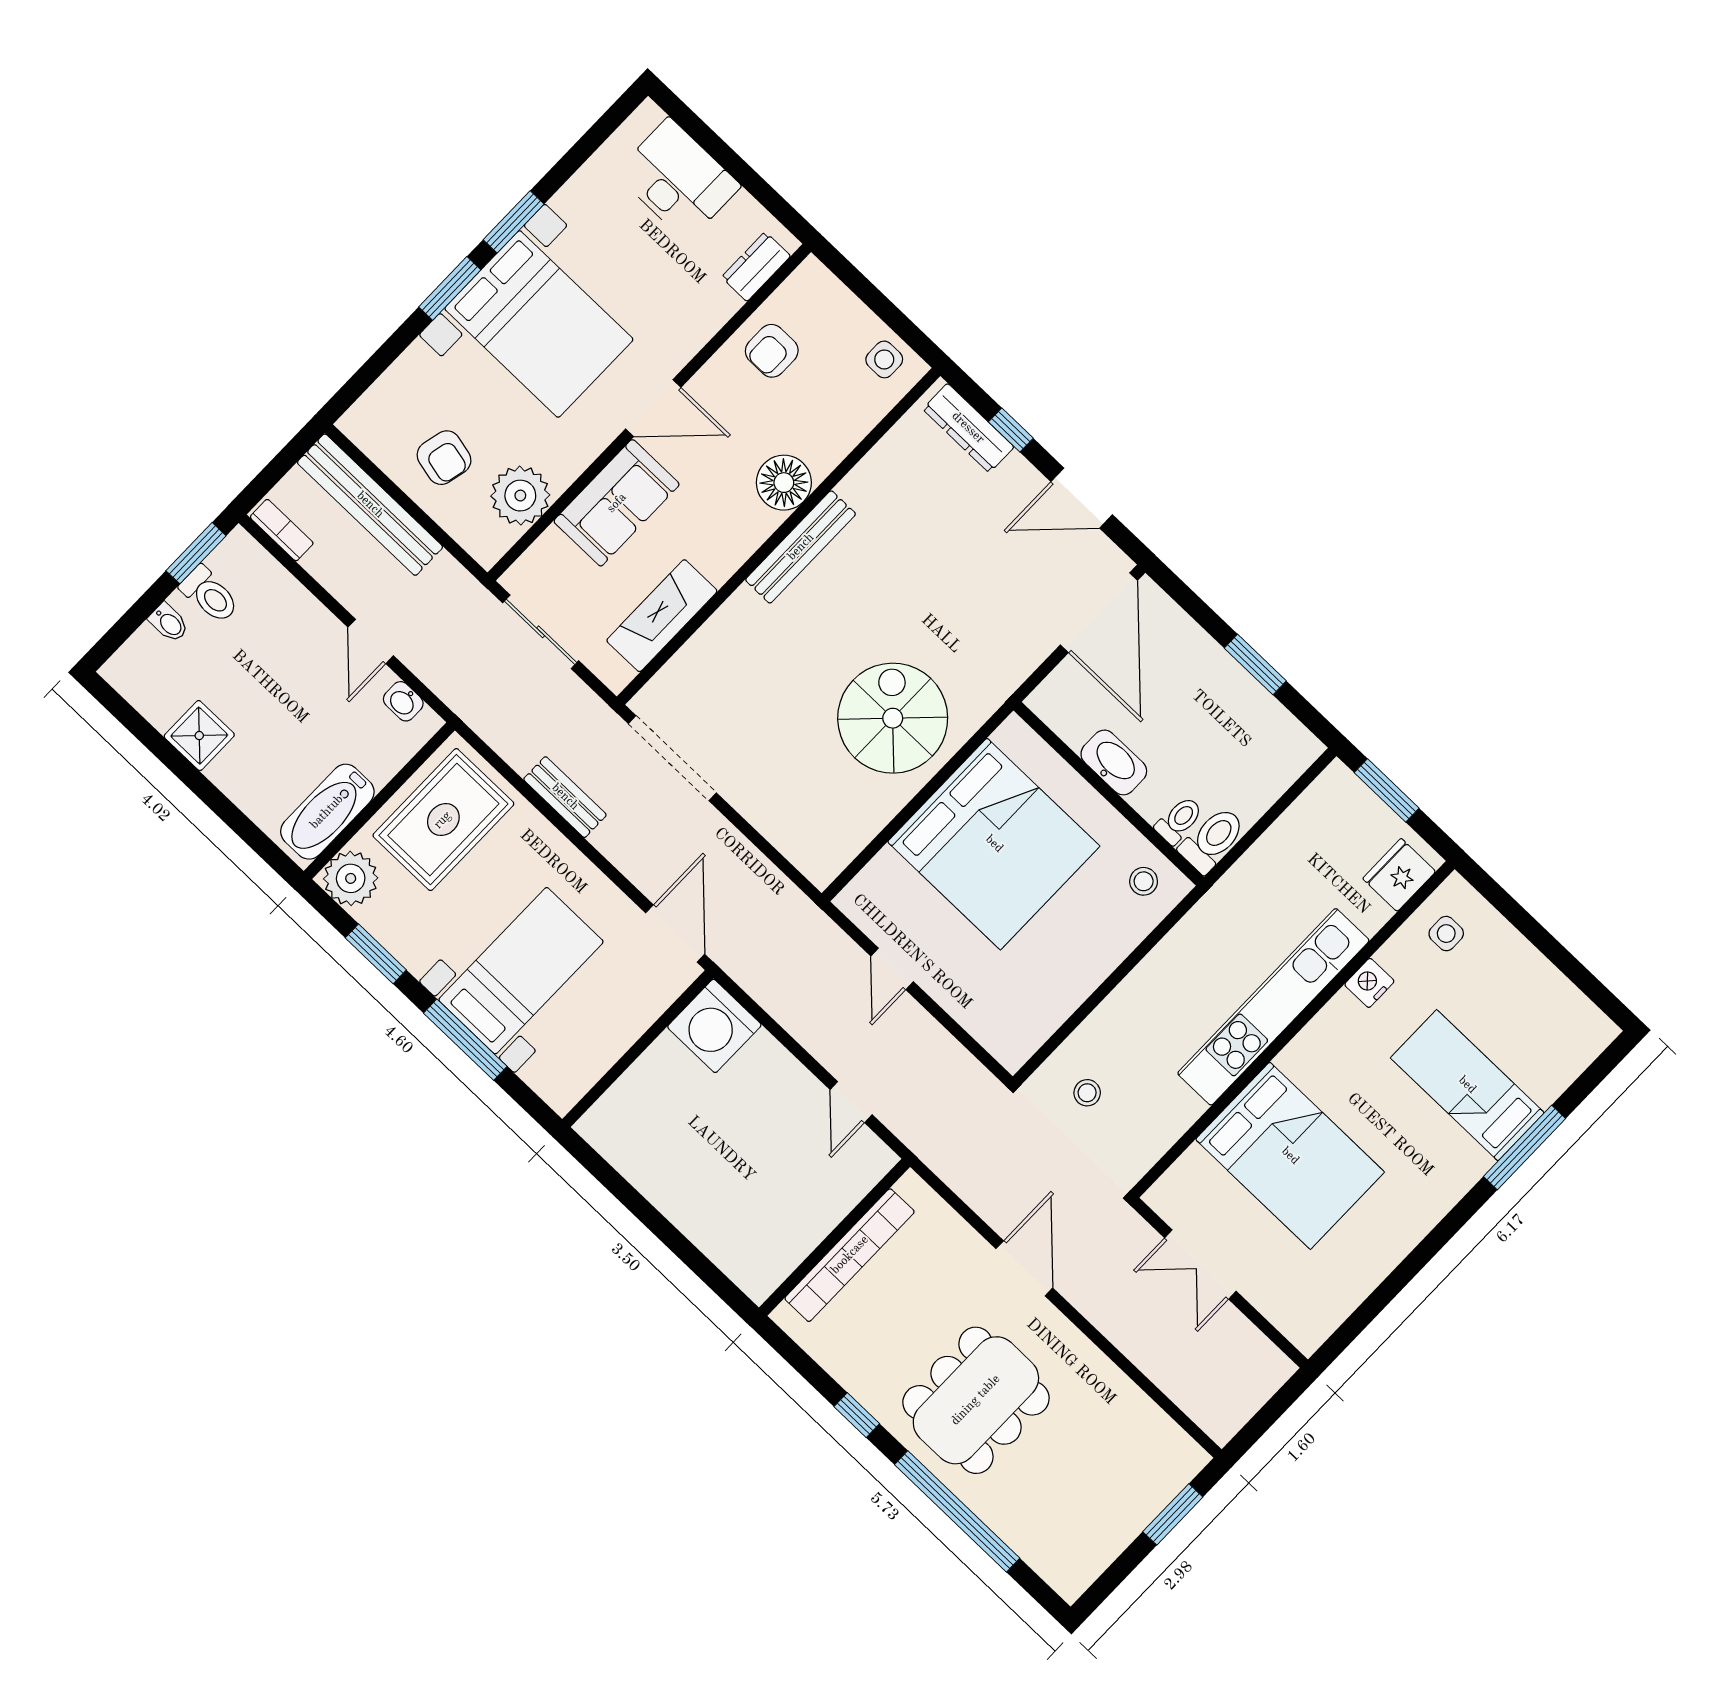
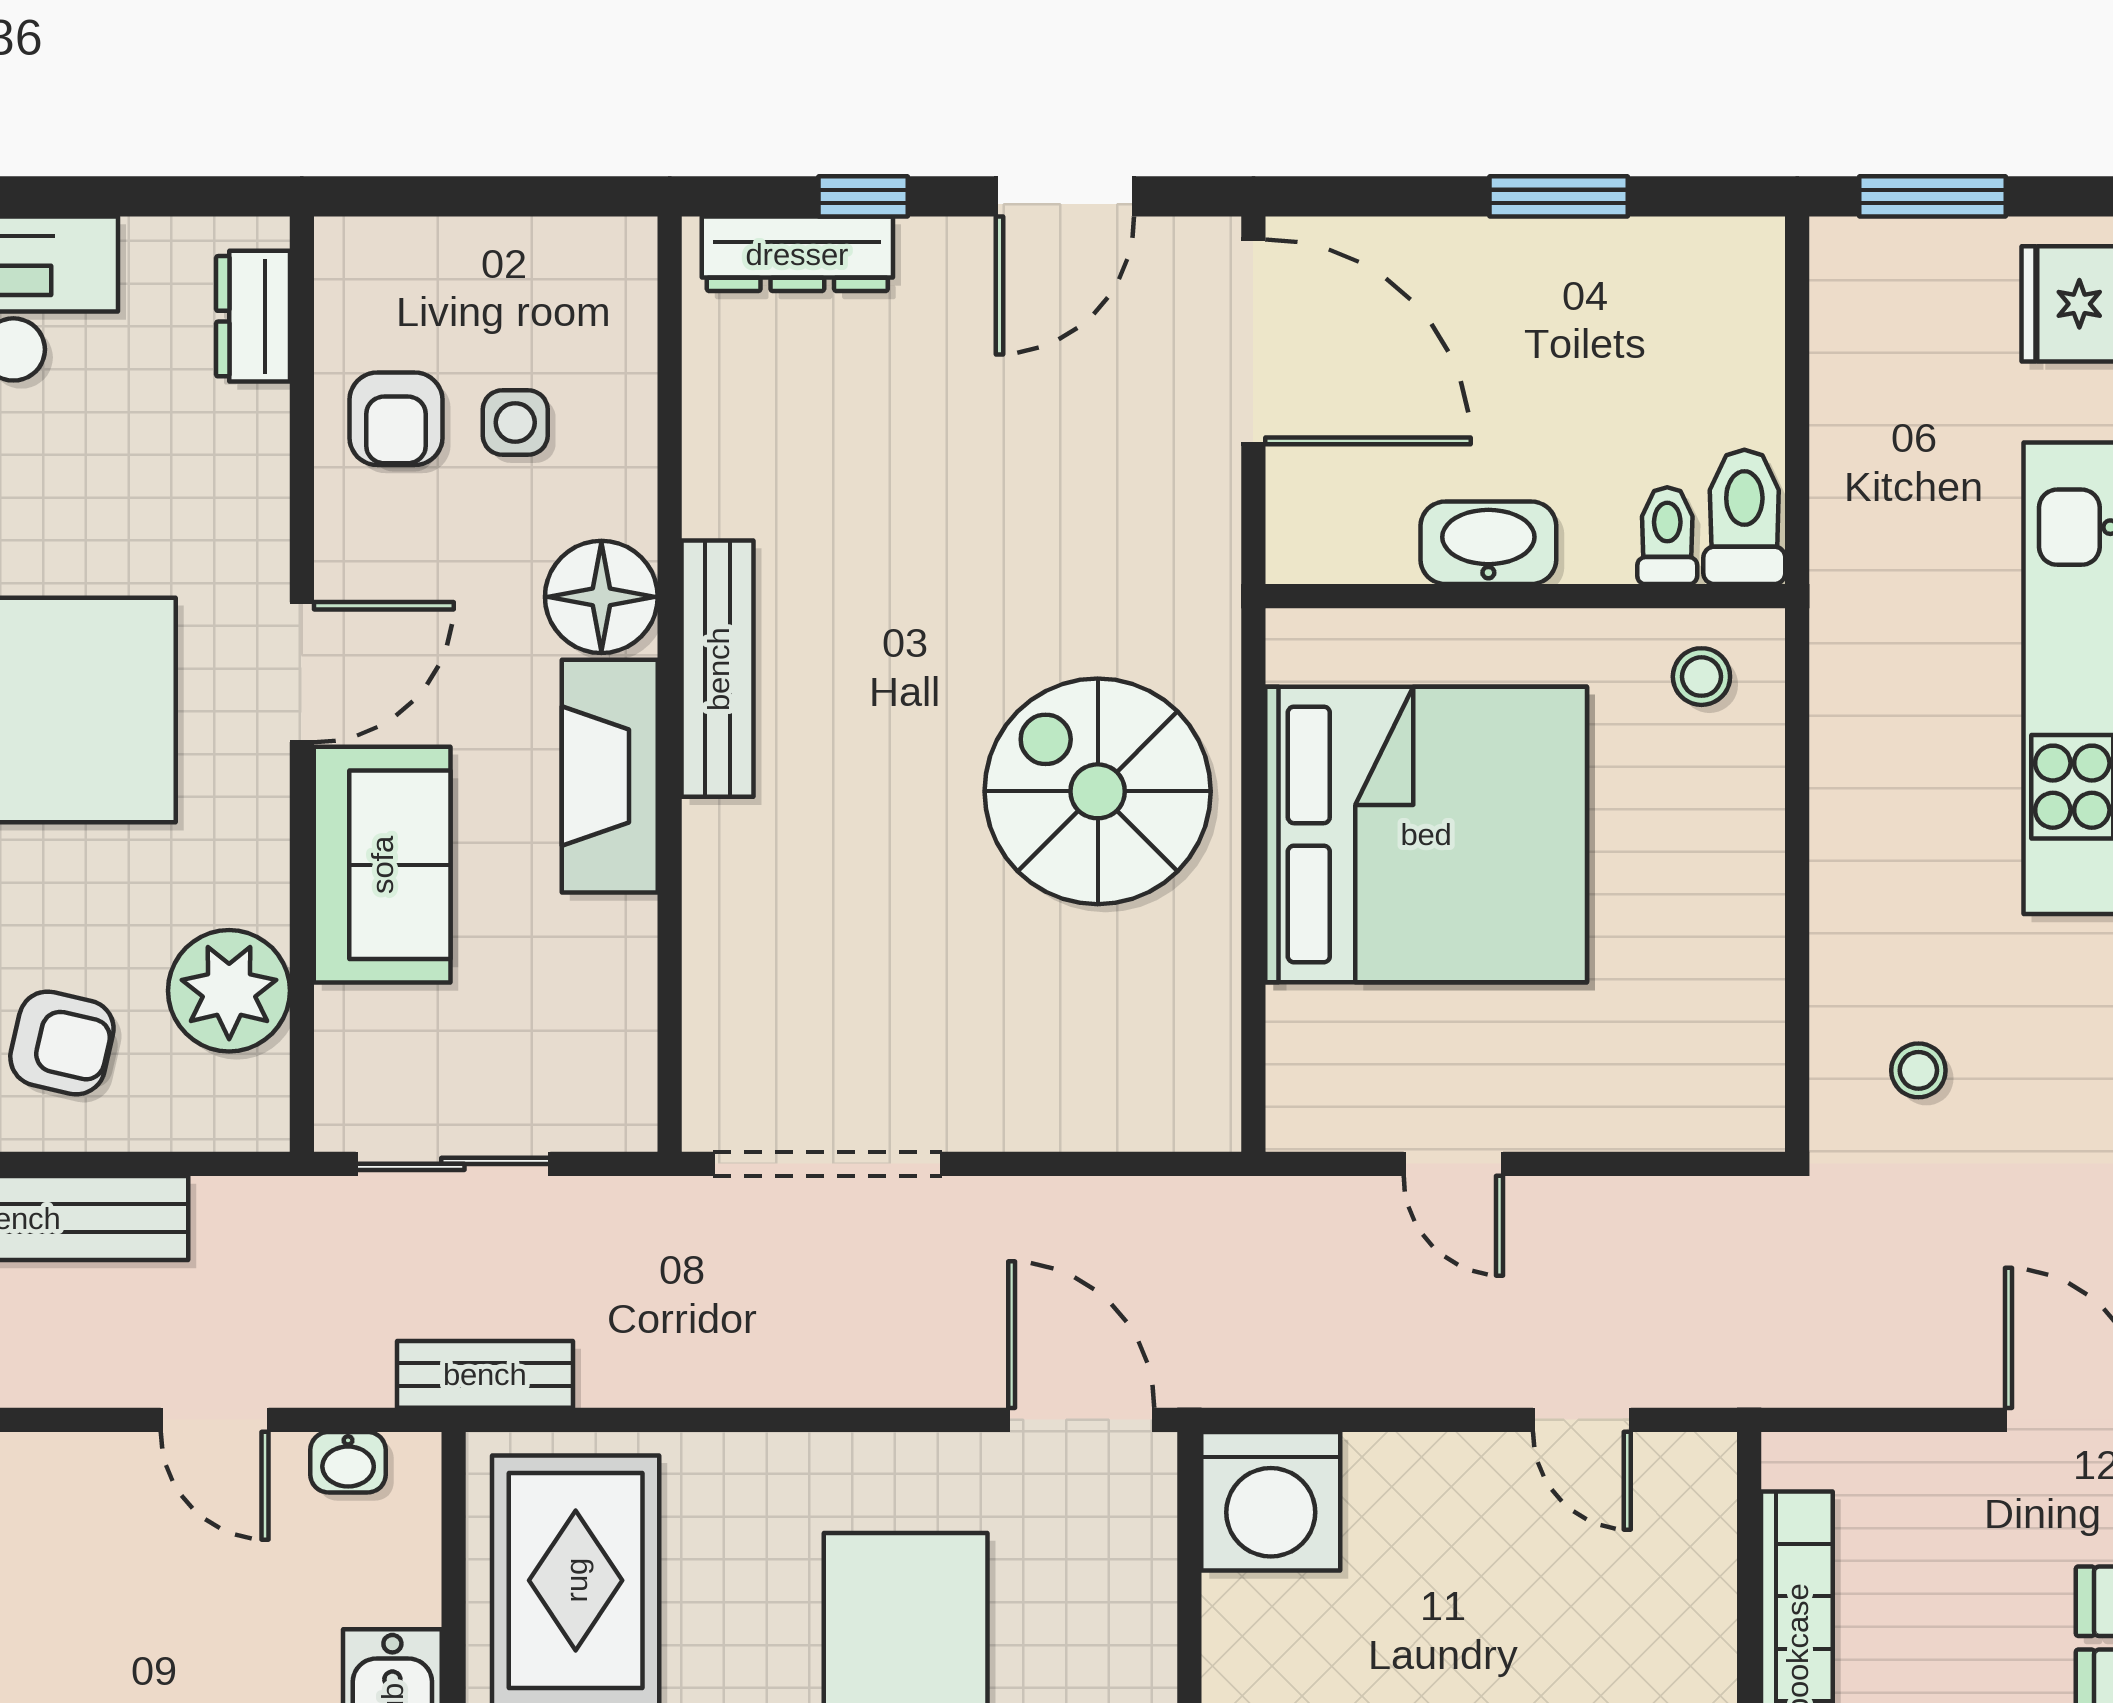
side table: (884, 359) -> (515, 422), moved
fireplace: (662, 616) -> (610, 776), moved
bench: (565, 797) -> (485, 1374), moved

